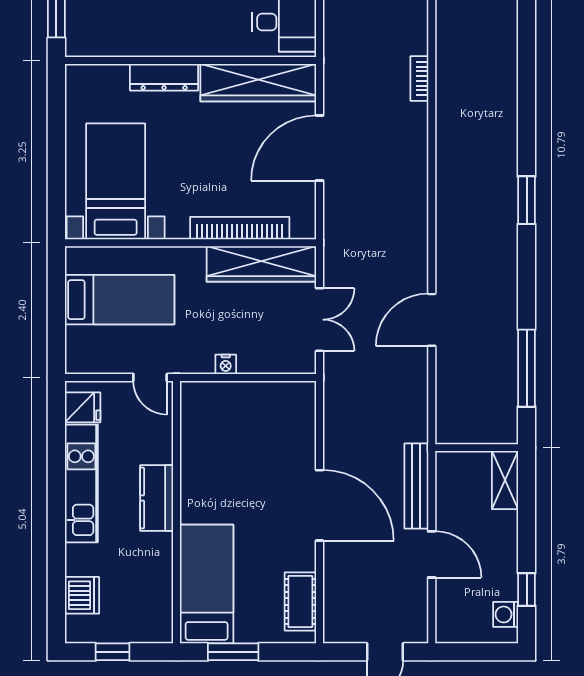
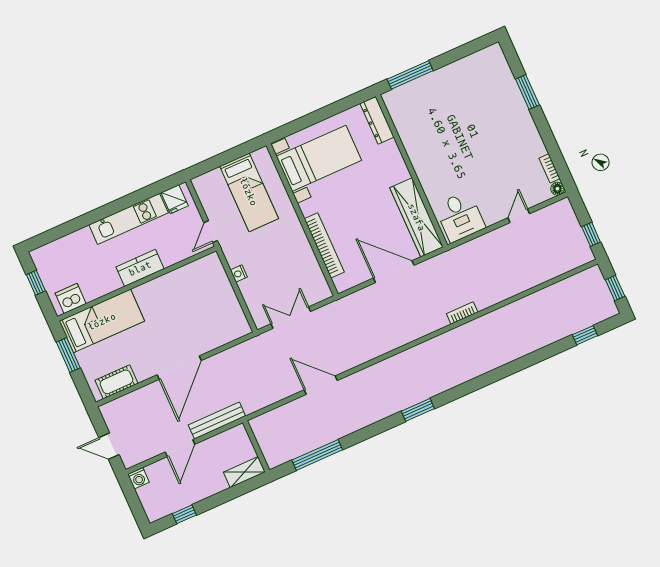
dresser: (164, 77) -> (377, 120), moved
wardrobe: (261, 264) -> (309, 268), removed
double door: (320, 320) -> (291, 318), swing flipped
dishwasher: (82, 595) -> (71, 298), moved, turned 180
washing machine: (506, 614) -> (138, 478), moved, turned 180

